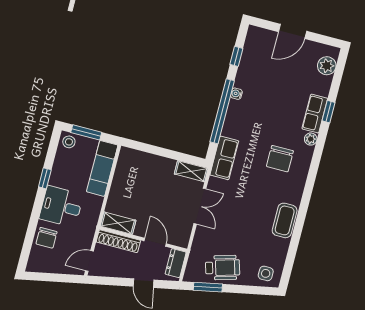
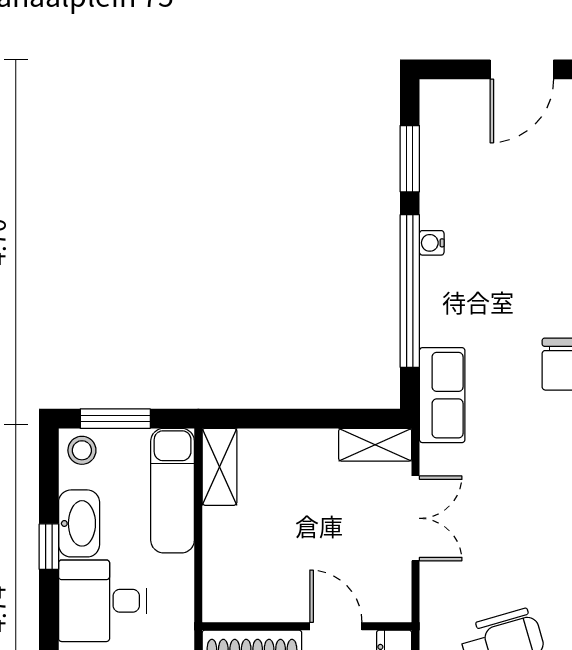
window: (236, 56) -> (410, 159), width x1.50
washbasin: (60, 172) -> (79, 523), added
shelving: (118, 223) -> (219, 467), moved, turned 90

